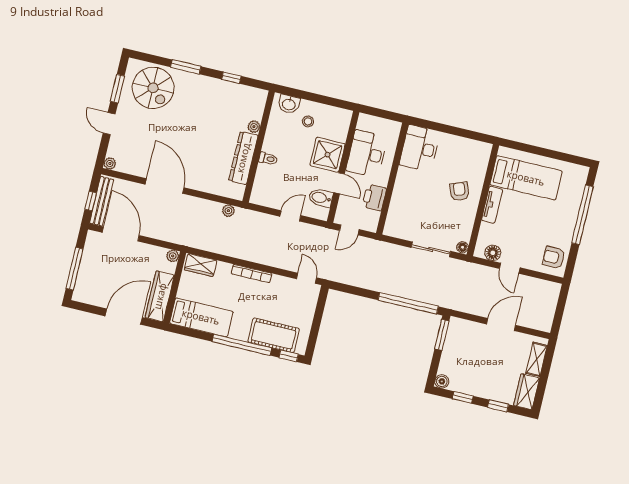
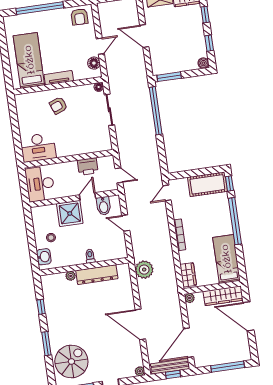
desk: (367, 154) -> (40, 184), moved, turned 90
door: (165, 186) -> (140, 324), hinge flipped
plant: (228, 211) -> (144, 270), width x1.87, depth x1.87
cot: (274, 335) -> (207, 184), moved, turned 90

